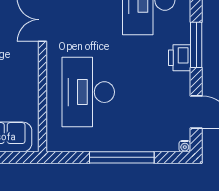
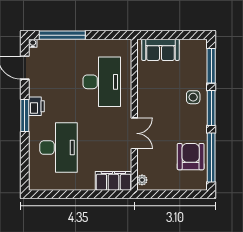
window: (122, 157) -> (62, 35), moved

